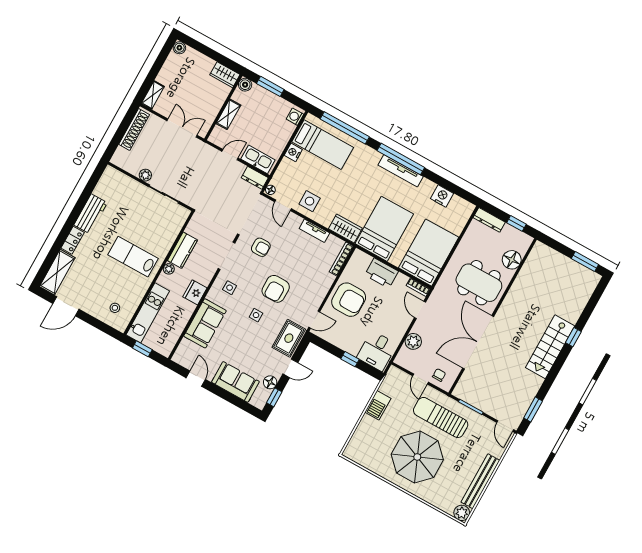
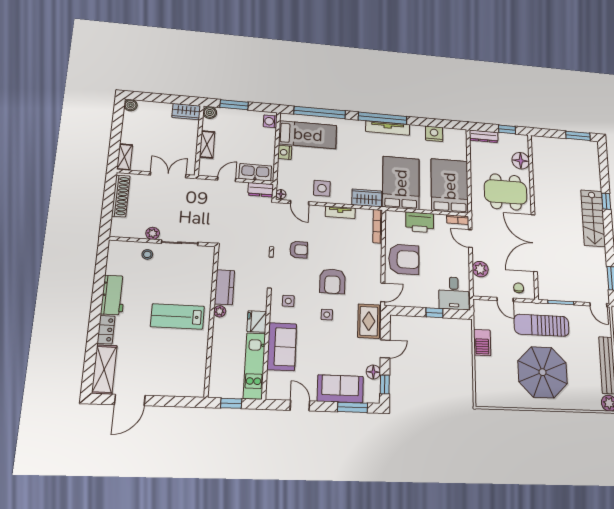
stool: (115, 308) -> (147, 254), moved
kitchen unit: (148, 313) -> (254, 366), moved, turned 180
window: (238, 402) -> (353, 407), added

